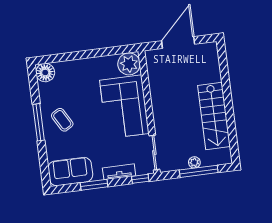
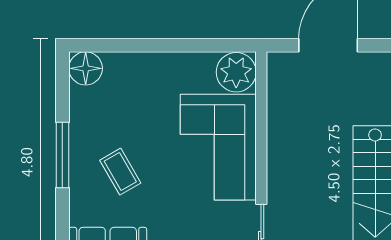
coffee table: (62, 120) -> (120, 172), moved

